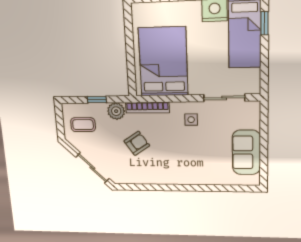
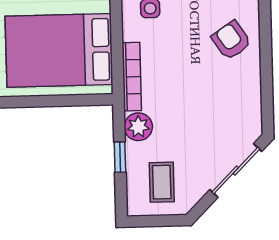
armchair: (137, 143) -> (231, 40), moved

